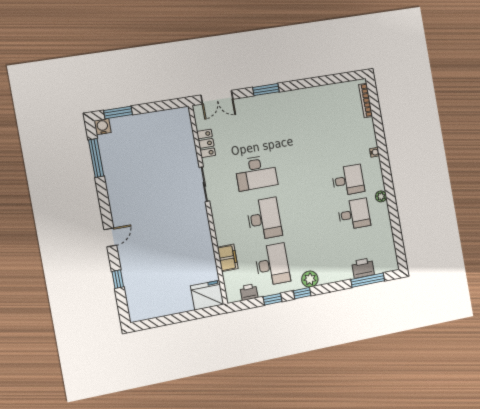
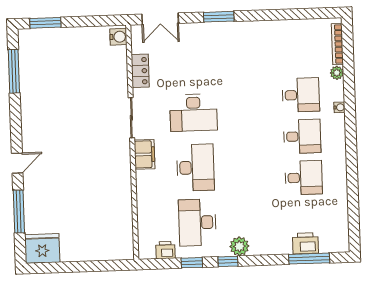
water cooler: (103, 127) -> (118, 37), moved, turned 90
desk: (342, 146) -> (301, 95), added
plant: (381, 196) -> (337, 73), moved
filing cabinet: (228, 258) -> (145, 154), moved
desk: (272, 265) -> (197, 222), turned 180
window: (118, 279) -> (19, 212), width x2.17
fridge: (207, 295) -> (42, 248), moved

